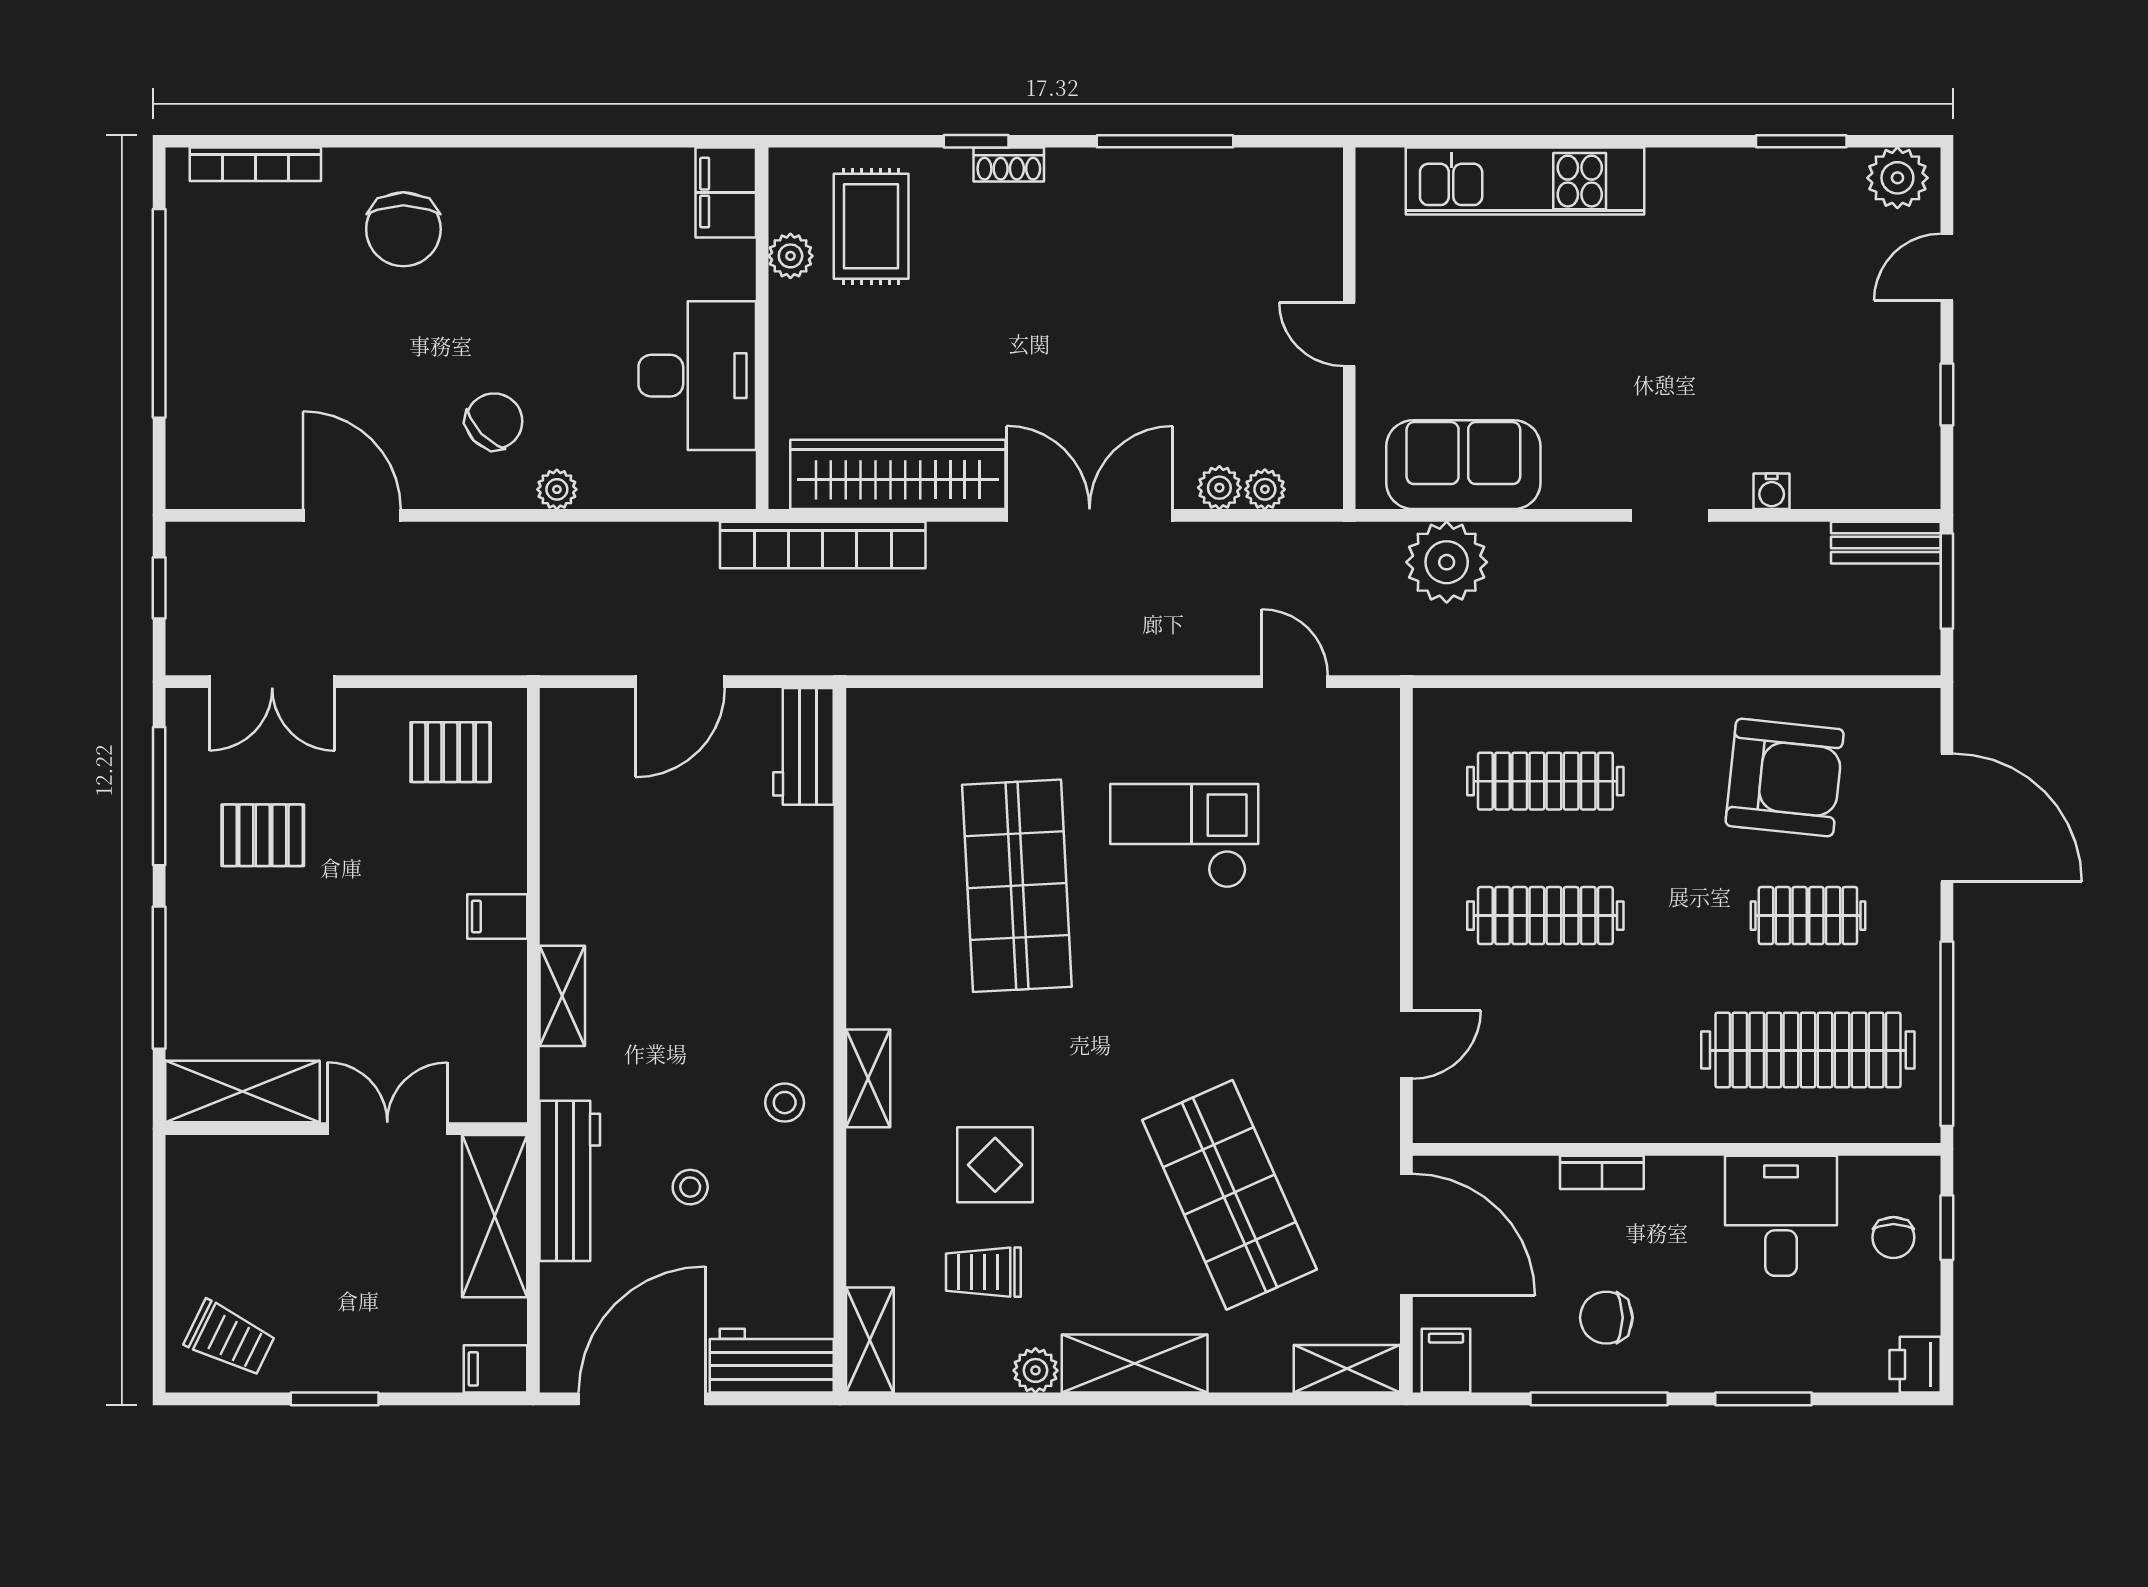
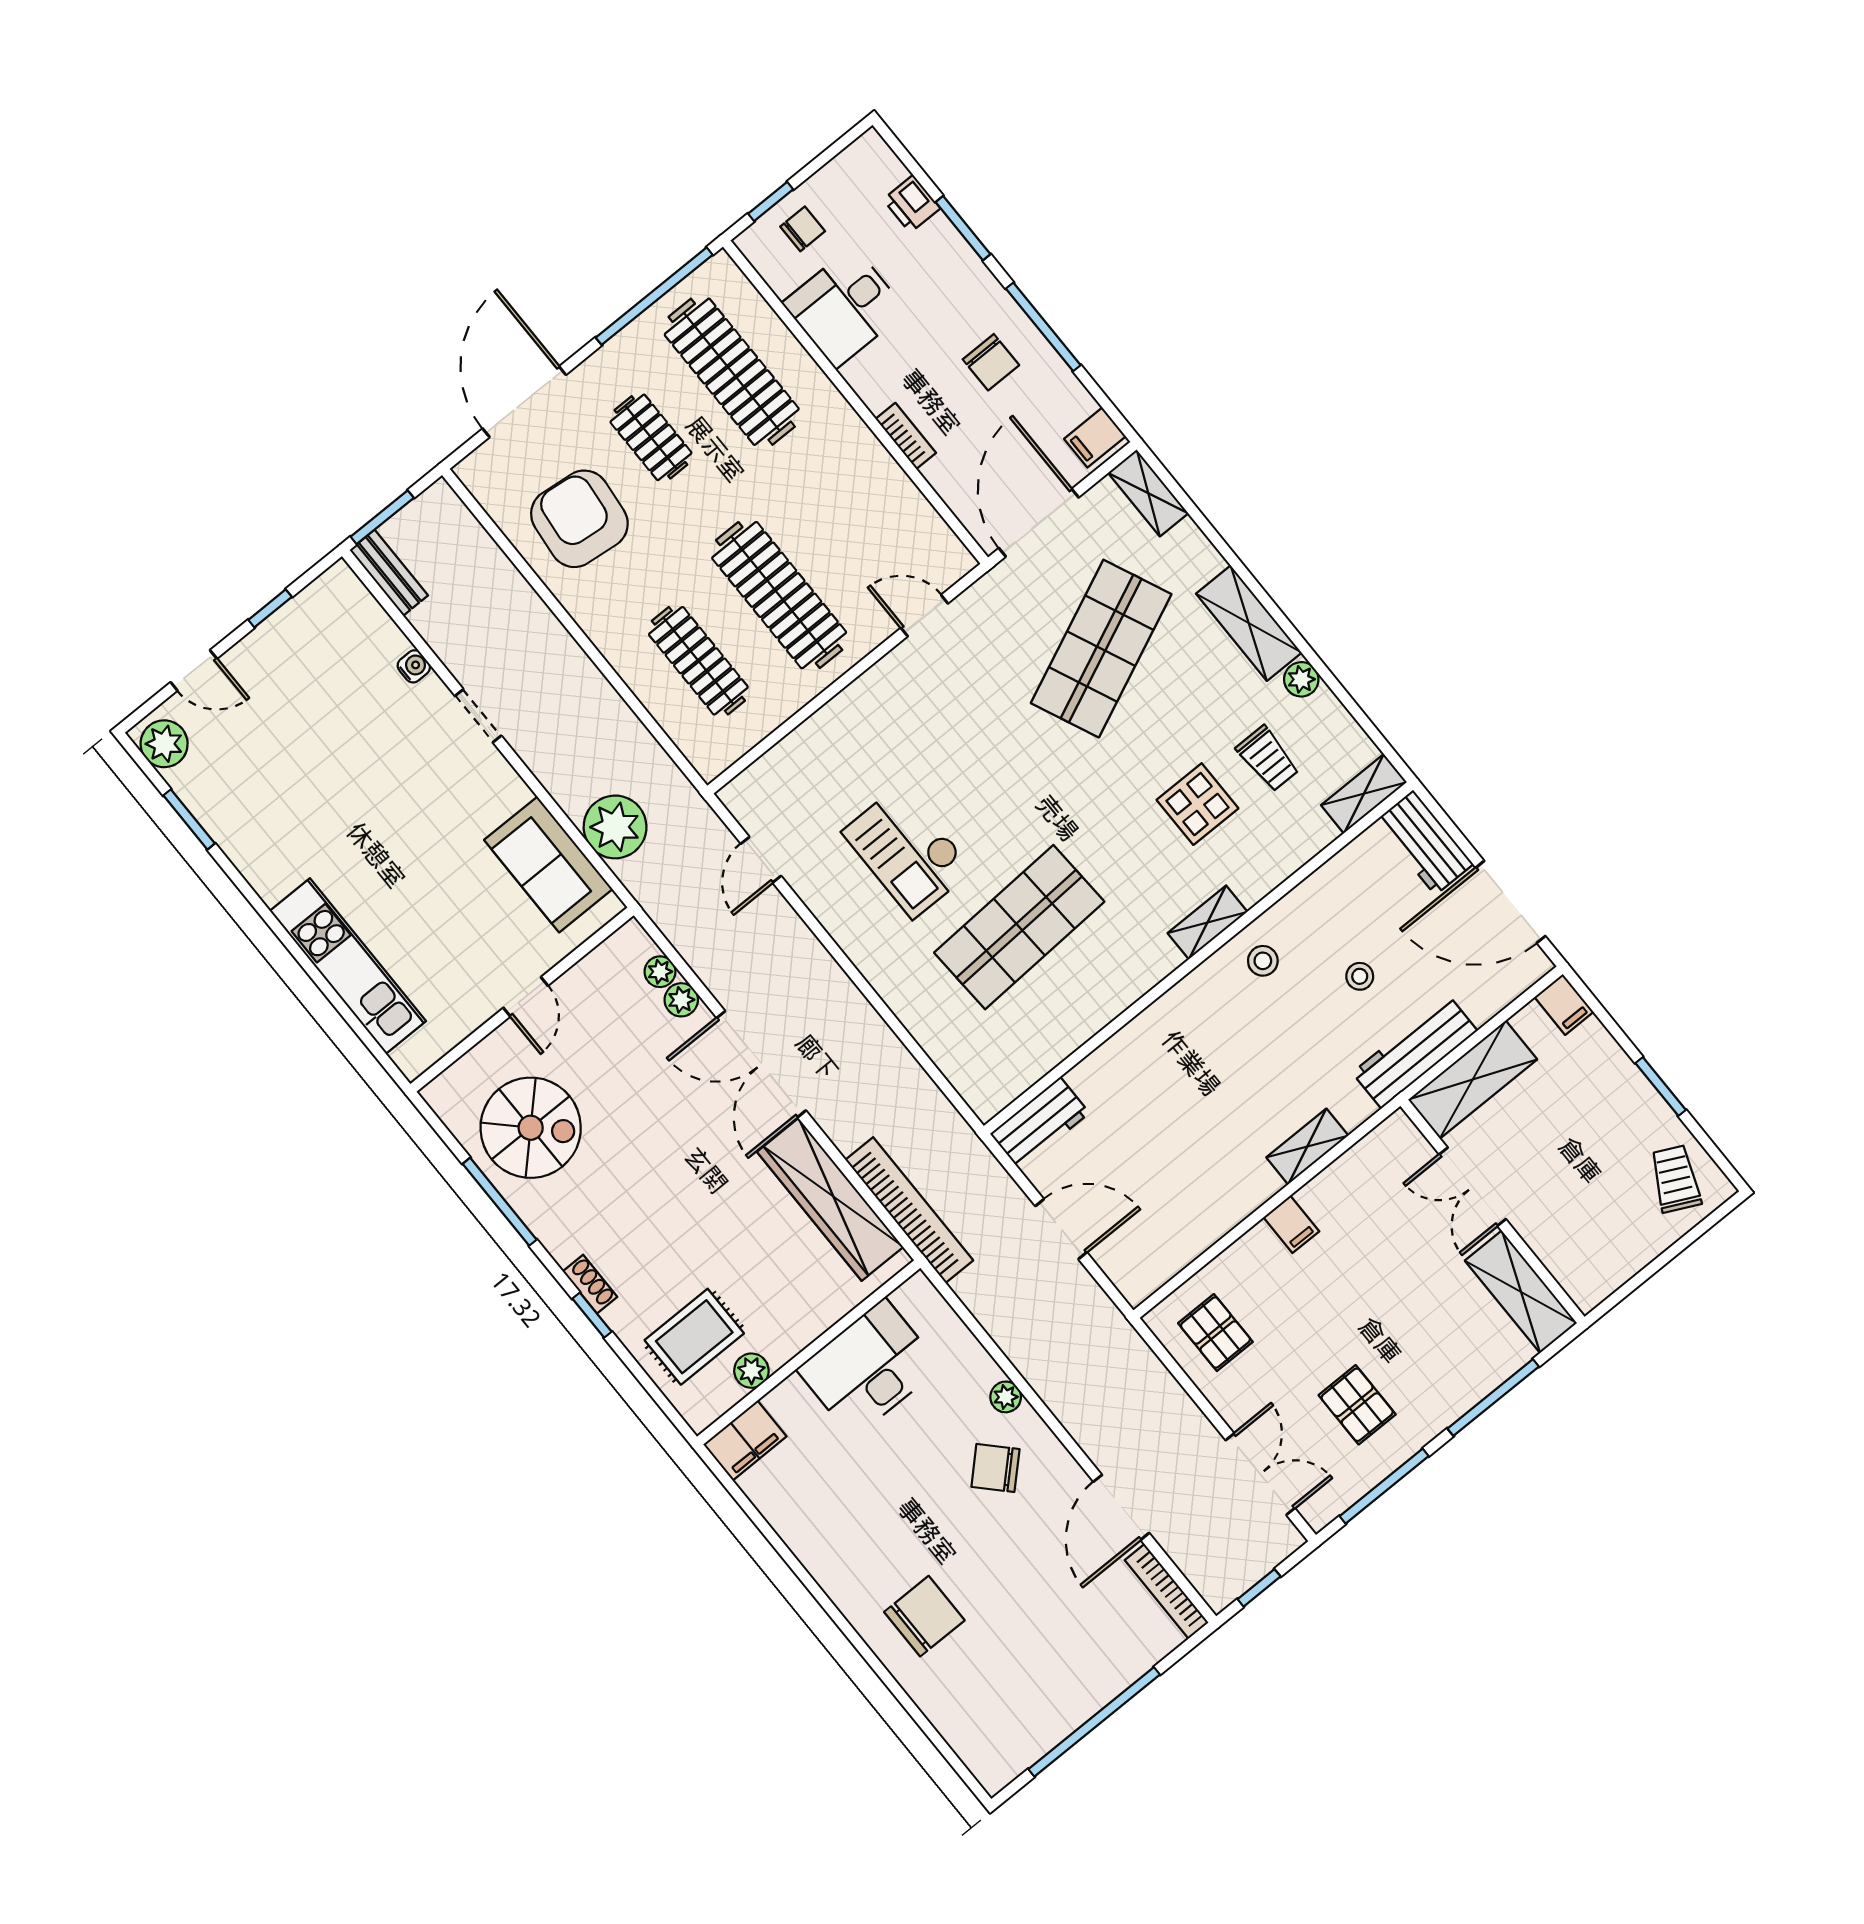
bookcase: (255, 164) -> (1167, 1591), moved, turned 180
spiral stairs: (1214, 232) -> (531, 1128), added
clothes rail: (1545, 916) -> (779, 595), width x1.37, depth x1.31
printer: (1915, 1365) -> (912, 204), moved, turned 90

